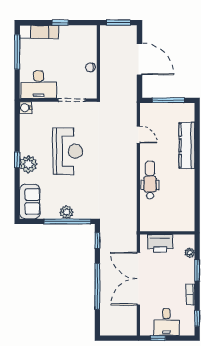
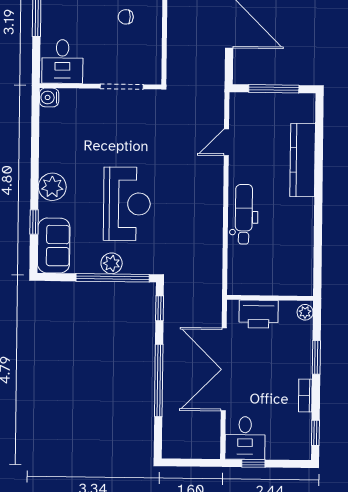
chair: (90, 67) -> (126, 17), moved
desk: (39, 85) -> (62, 61), width x0.73
door: (138, 135) -> (226, 142), swing flipped
reception desk: (68, 151) -> (127, 204), moved
window: (17, 160) -> (34, 222), moved
plant: (190, 253) -> (305, 312), moved
desk: (166, 322) -> (245, 438), moved

